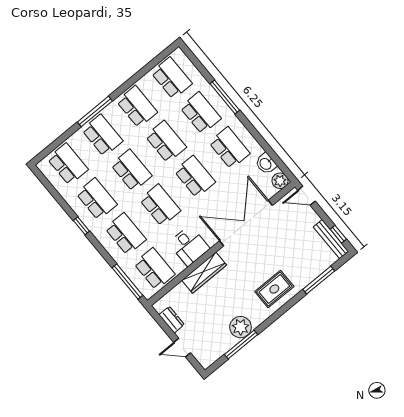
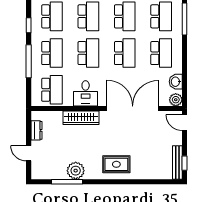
window: (319, 280) -> (149, 182), removed
window: (127, 282) -> (29, 61), moved

